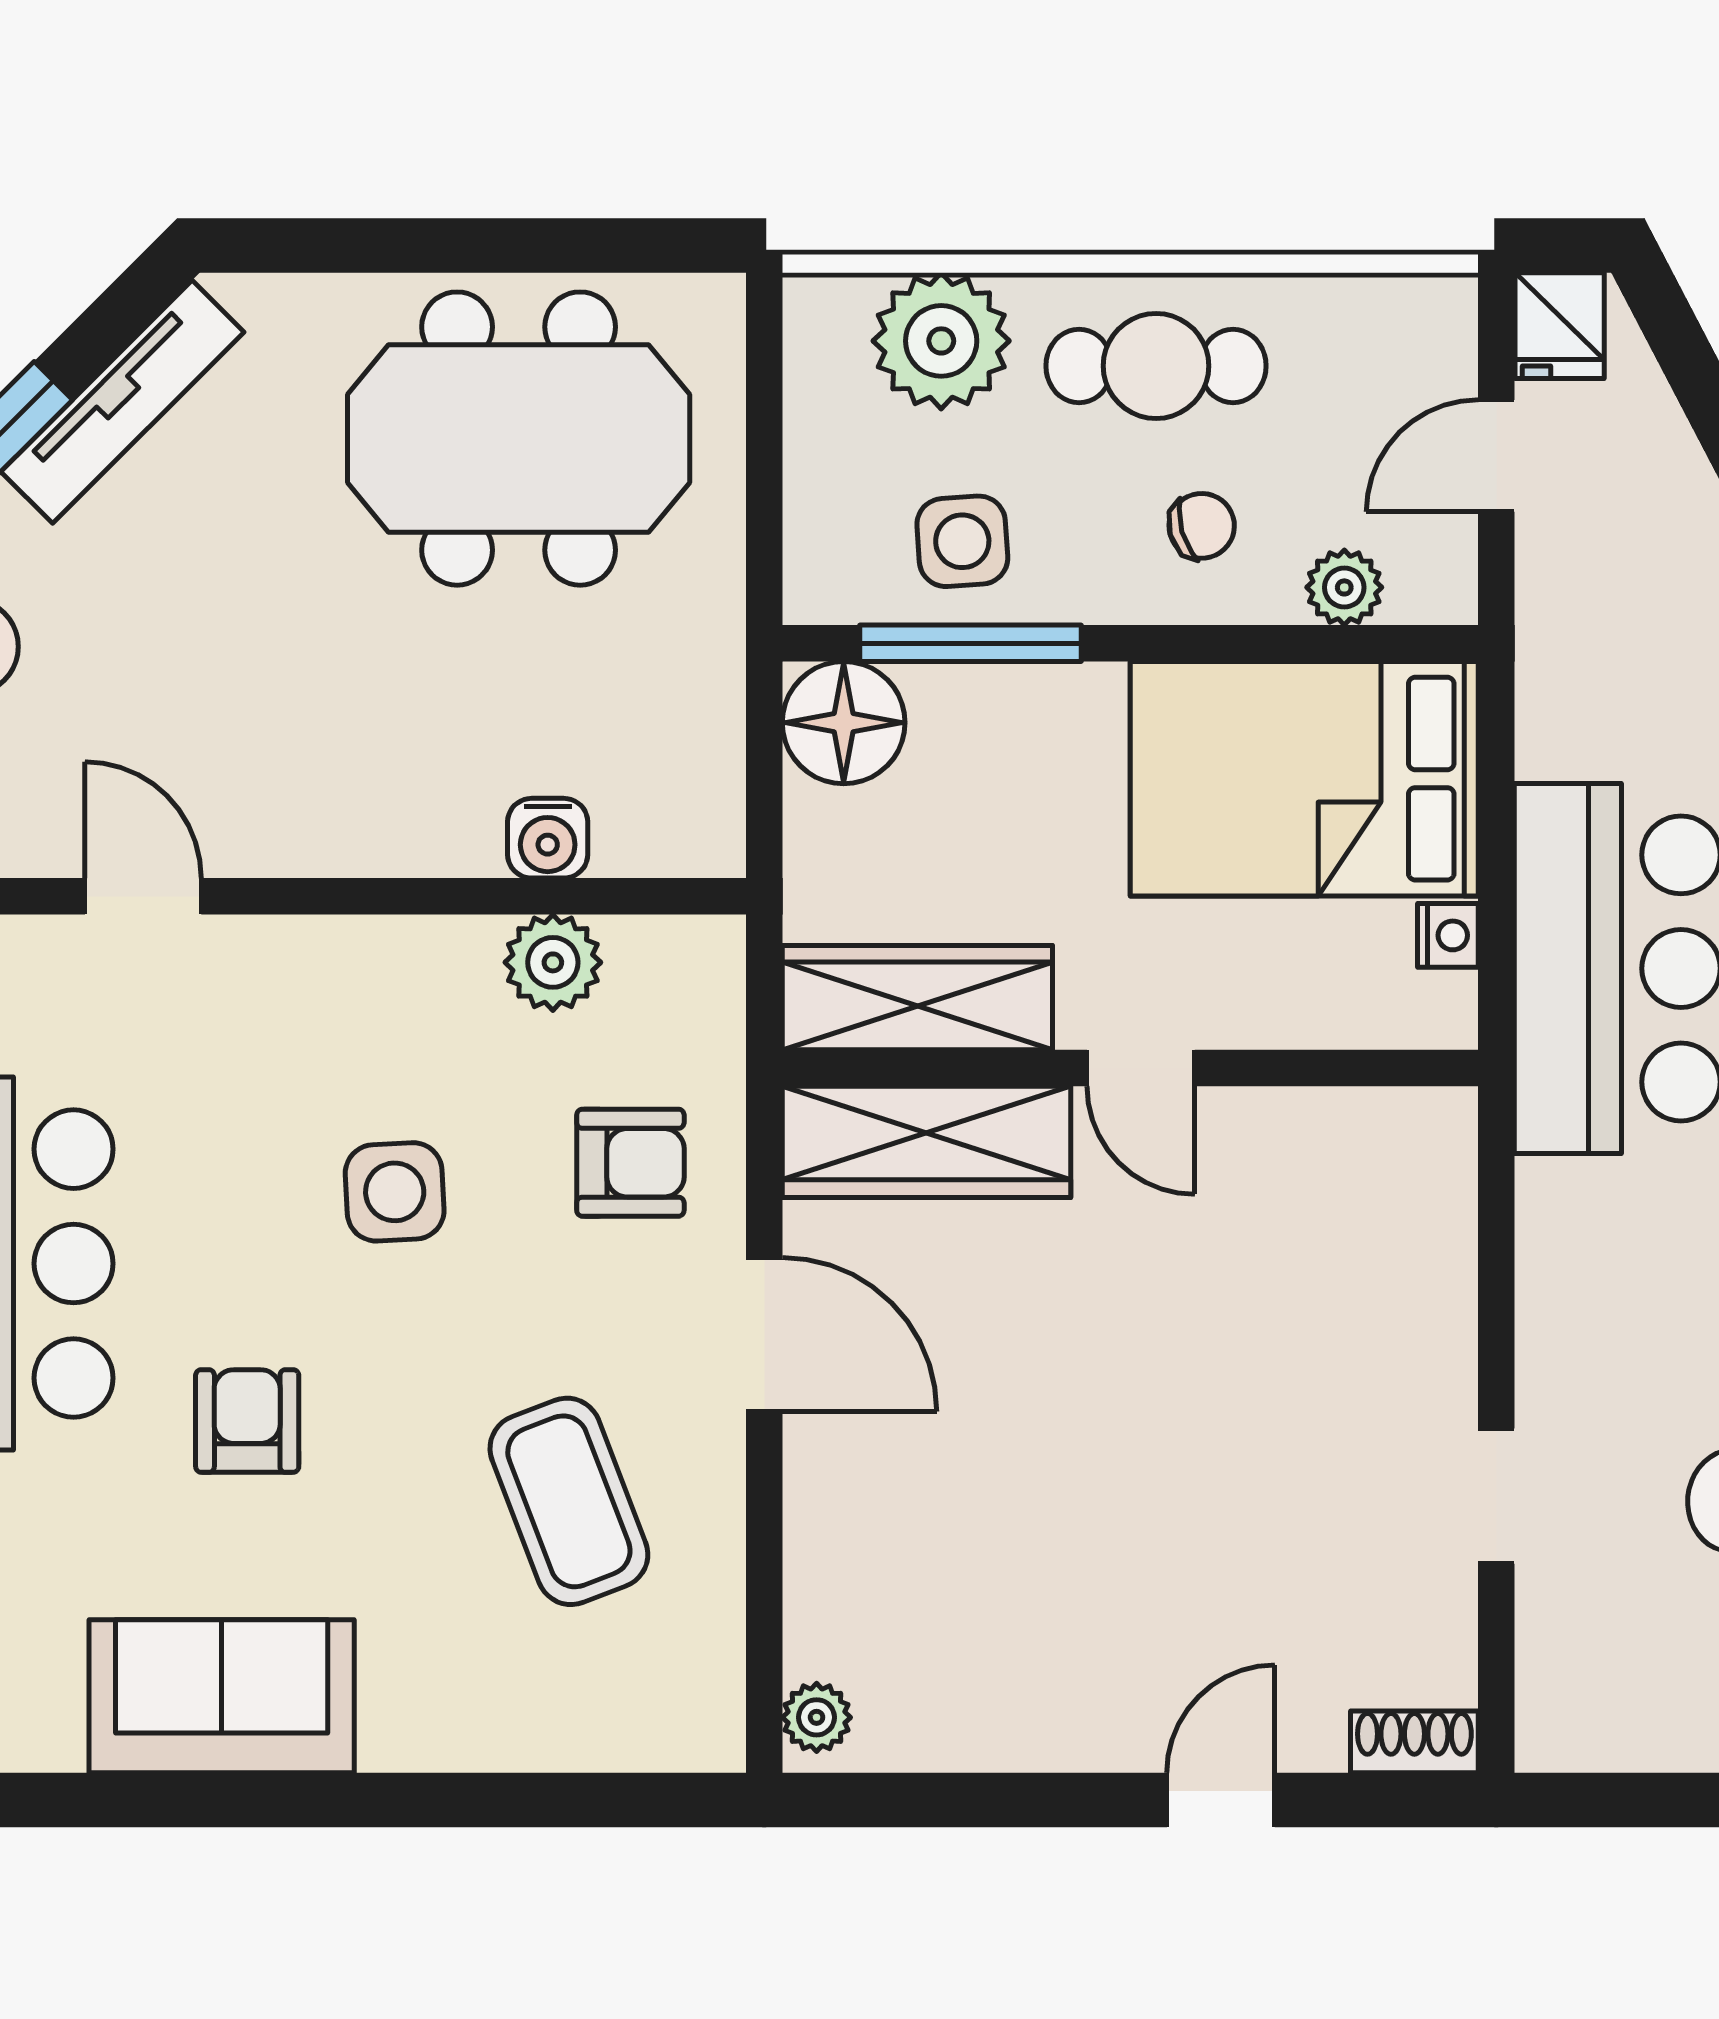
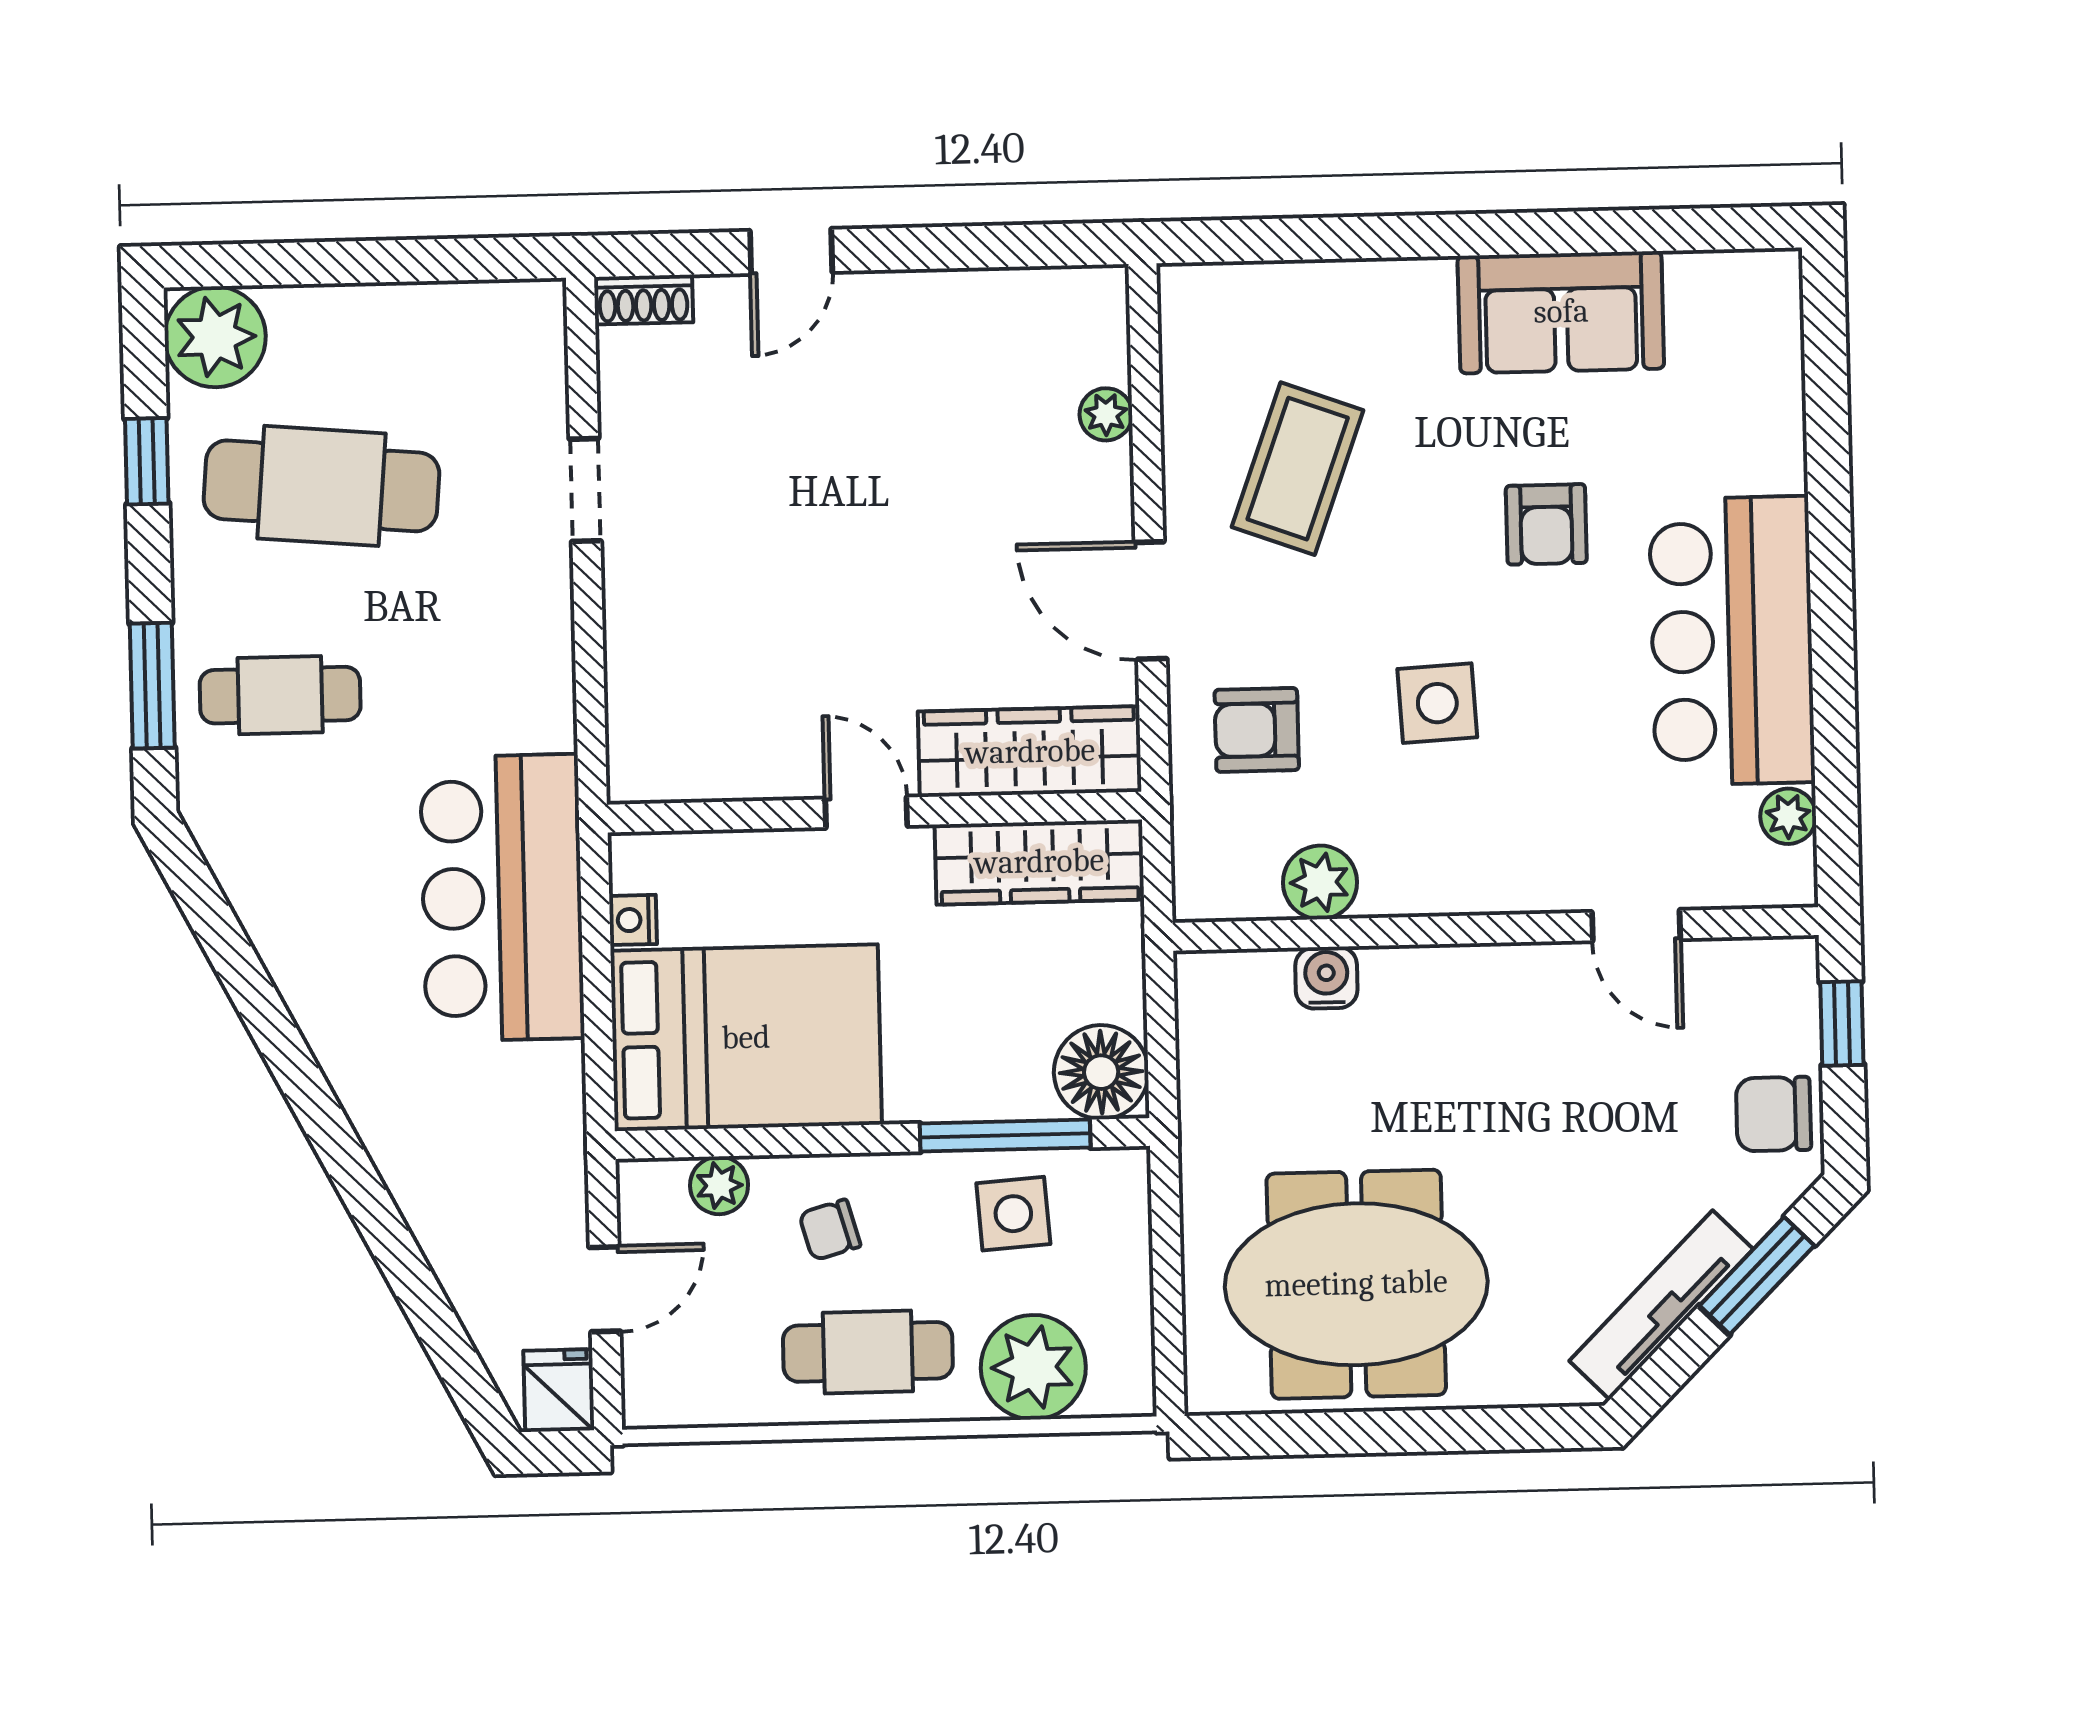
coffee table: (569, 1501) -> (1298, 469), turned 41
plant: (817, 1717) -> (1106, 414), moved

